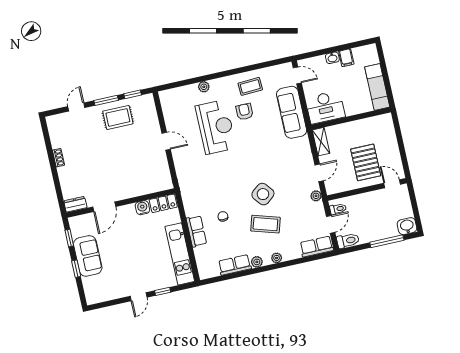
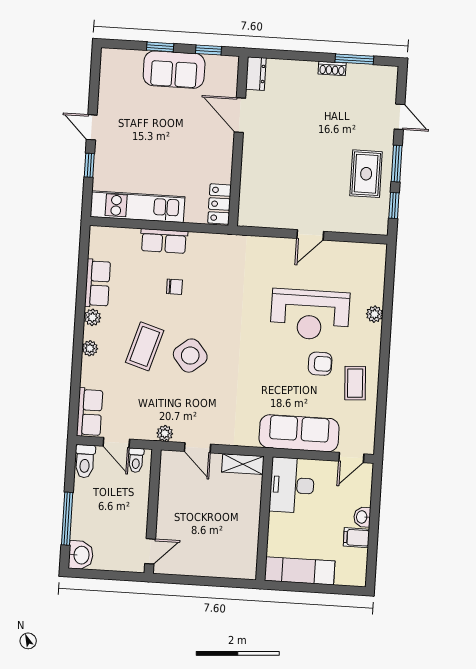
window: (49, 146) -> (354, 59), added
pallet: (366, 162) -> (193, 521), removed
water cooler: (142, 208) -> (222, 171), removed

